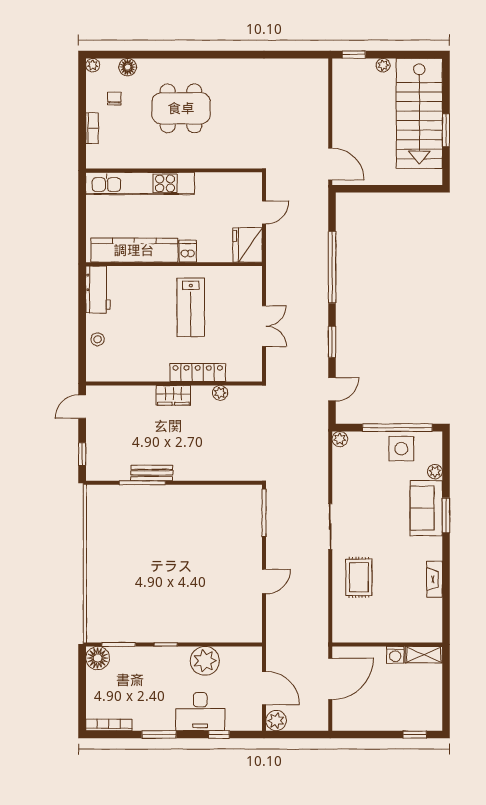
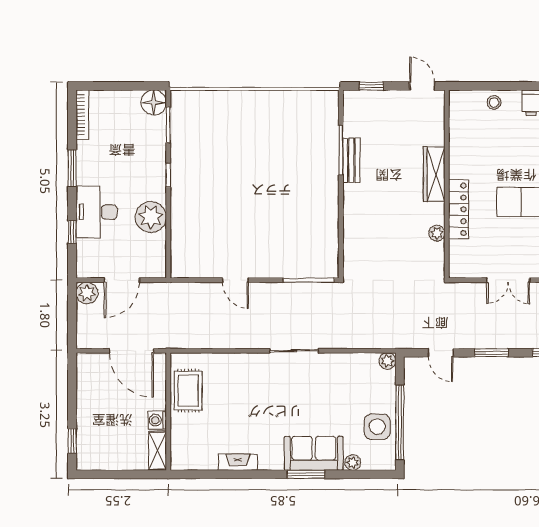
wardrobe: (173, 395) -> (434, 174), width x1.50
rug: (359, 577) -> (188, 391), moved, turned 90

